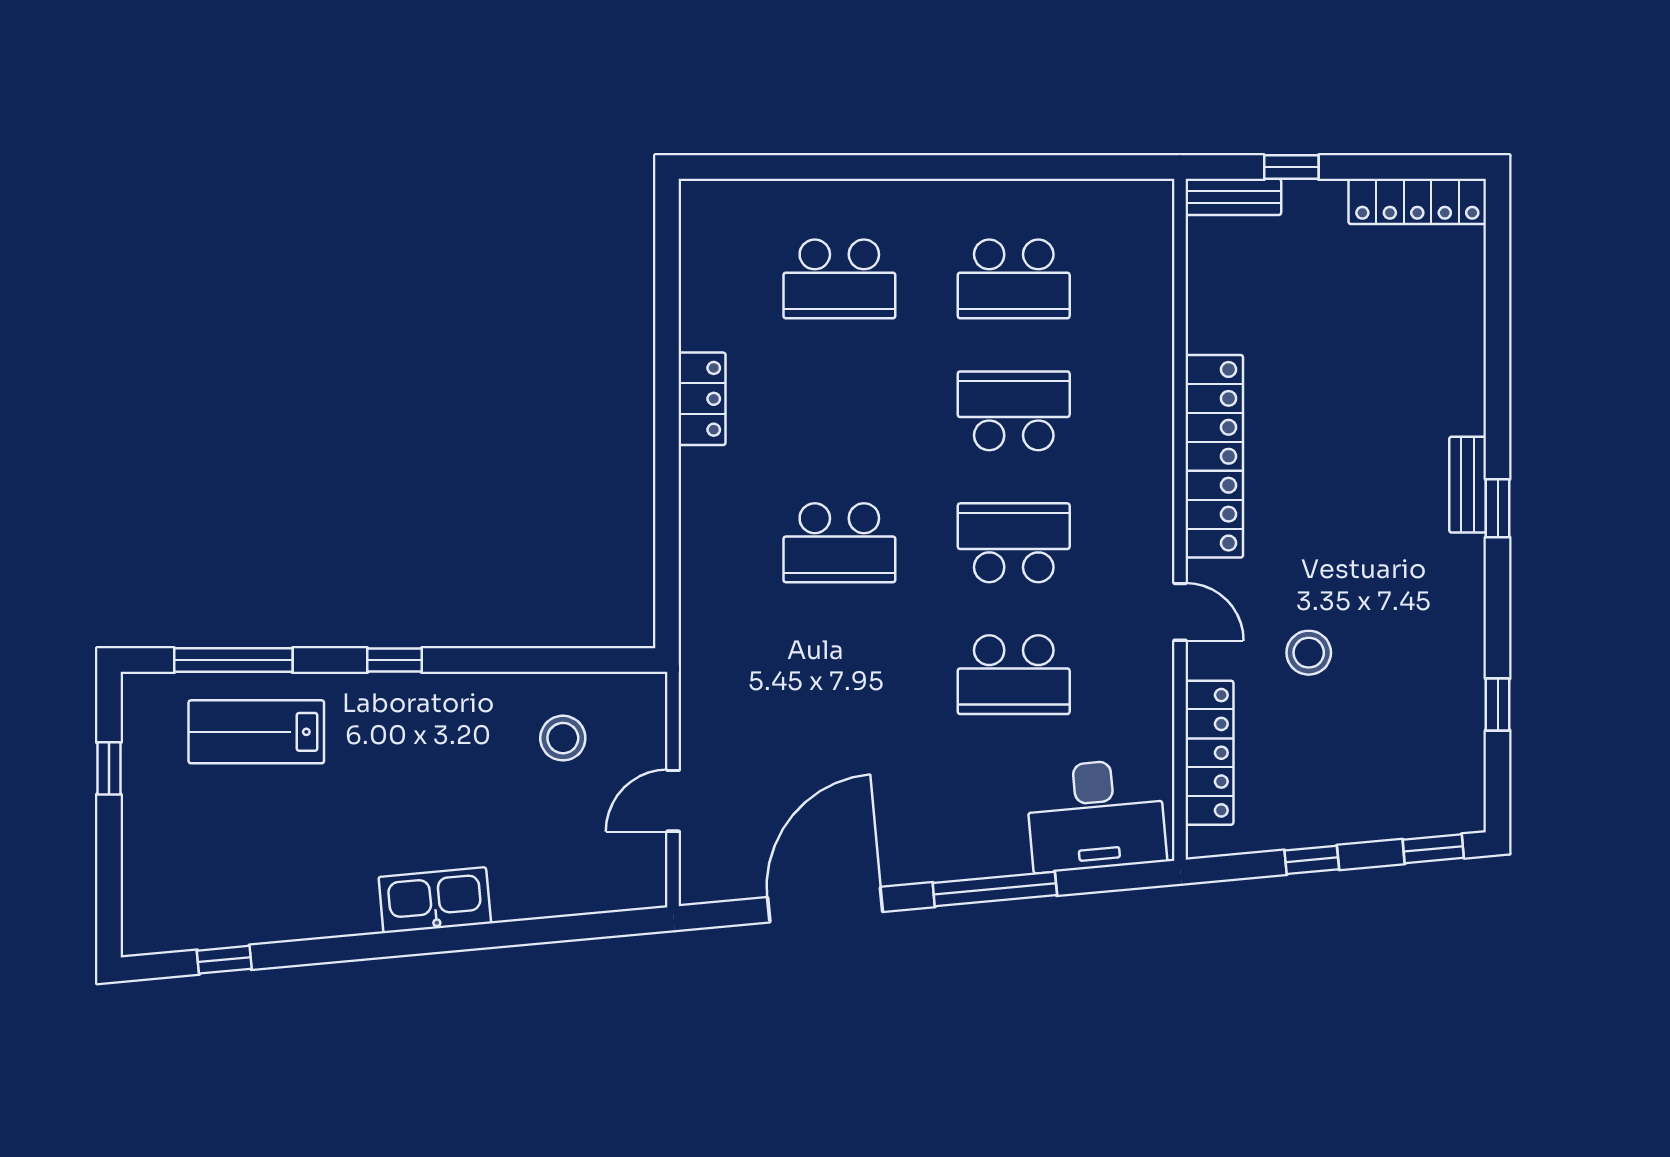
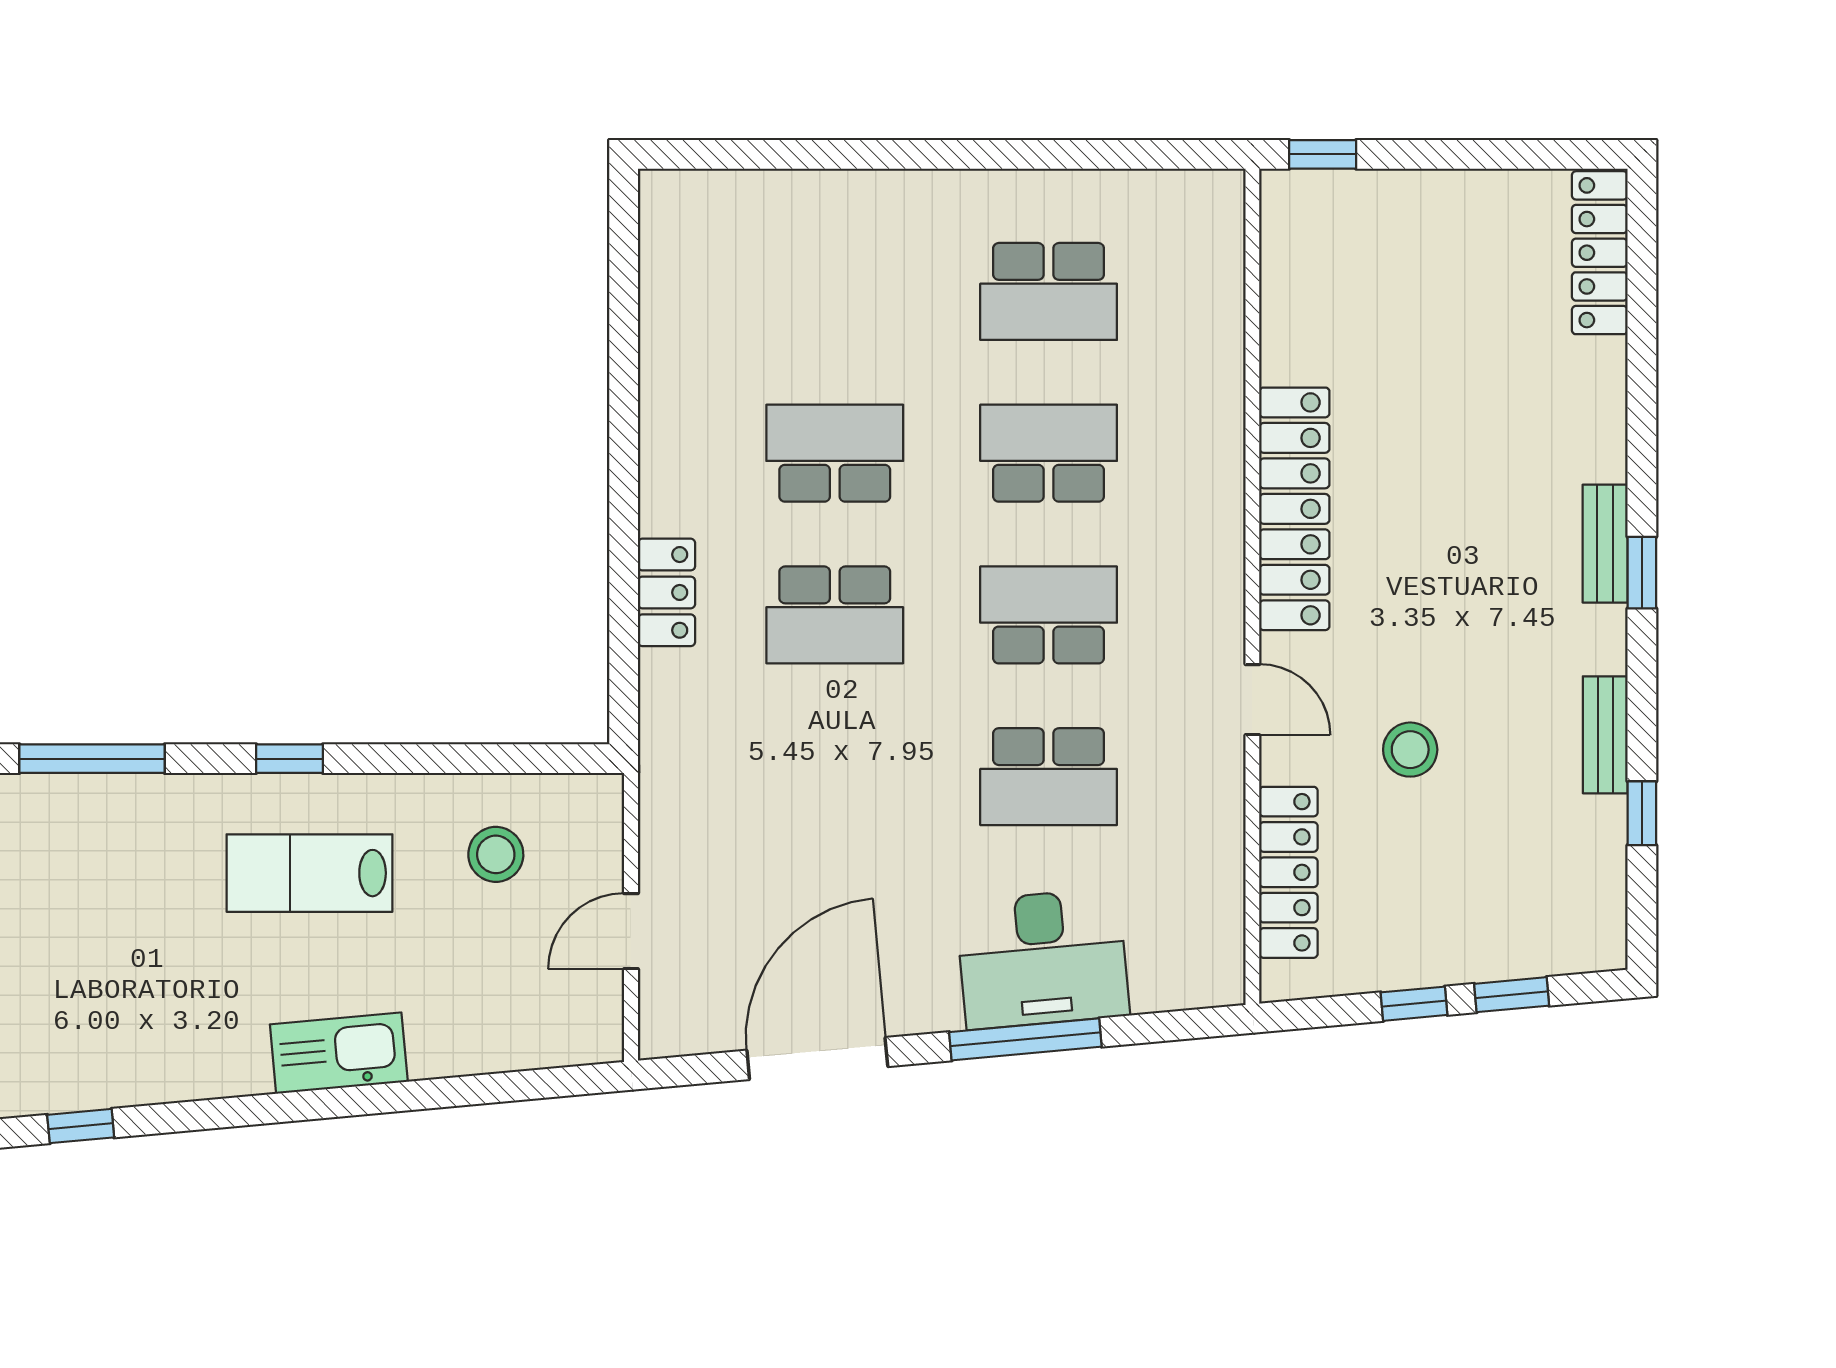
window: (1291, 167) -> (1323, 154), moved
bench: (1233, 197) -> (1605, 735), moved, turned 90
locker: (1417, 201) -> (1600, 253), moved, turned 90
school desk: (839, 279) -> (835, 453), moved, turned 180
locker: (702, 399) -> (666, 592), moved
lab bench: (256, 732) -> (310, 873), moved
desk: (1096, 815) -> (1043, 959), moved
window: (1433, 849) -> (1512, 995), moved

